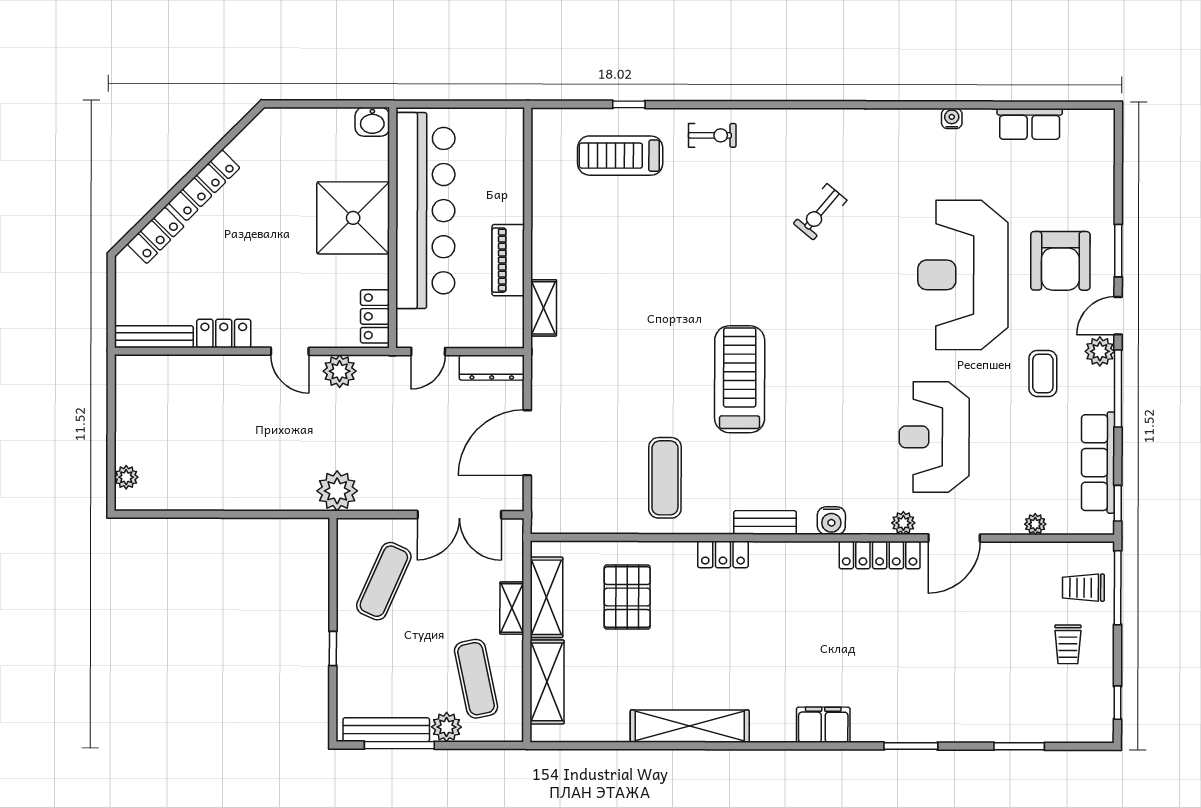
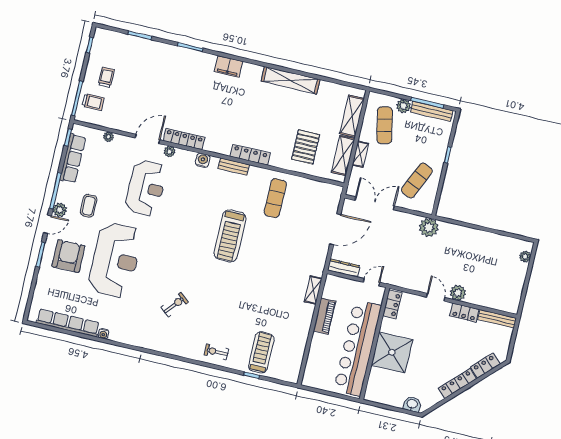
washbasin: (372, 122) -> (412, 404), moved
row of seats: (1030, 124) -> (68, 323), width x2.02
treadmill: (620, 156) -> (261, 352), turned -90
plant: (340, 371) -> (458, 293), moved
locker: (723, 554) -> (250, 155), width x1.53

